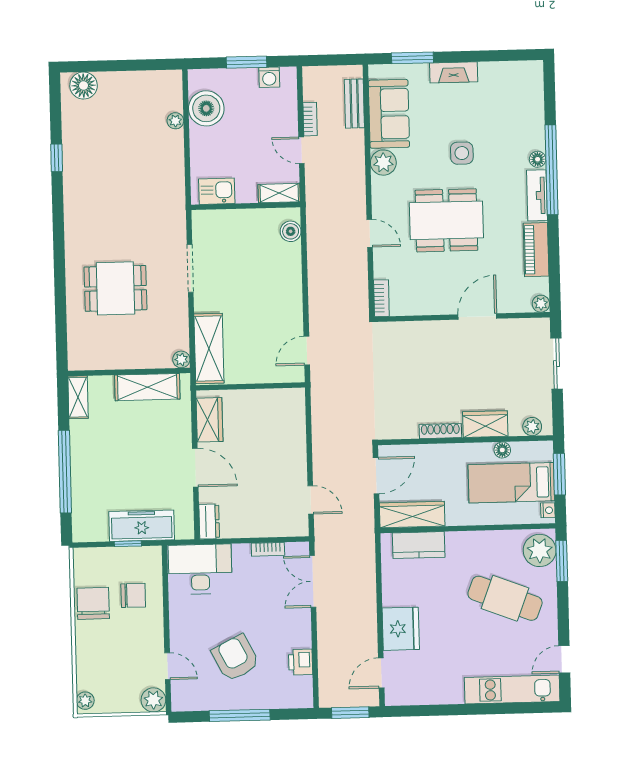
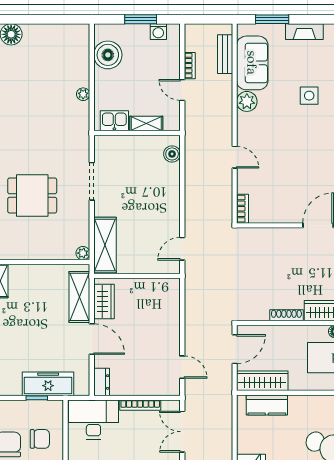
plant: (175, 121) -> (83, 94), moved
shelving: (279, 193) -> (146, 123), moved
dining table: (446, 220) -> (296, 149), removed
shelving: (147, 387) -> (79, 297), moved, turned 90
bookcase: (268, 549) -> (140, 405), width x1.56

